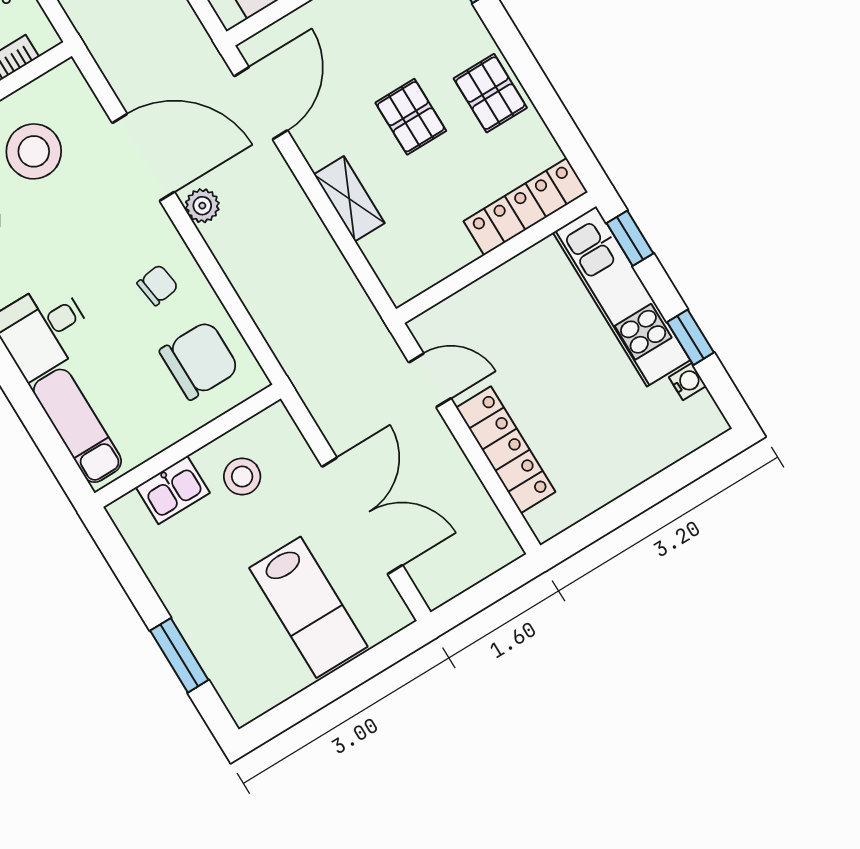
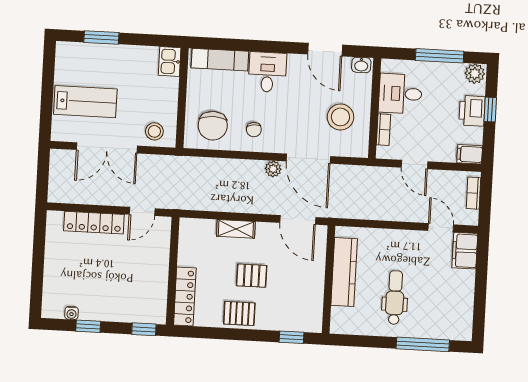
door: (143, 157) -> (308, 159), hinge flipped
kitchen unit: (621, 296) -> (123, 310), removed
stool: (242, 477) -> (154, 131), moved
kitchen sink: (173, 490) -> (170, 61), moved
lab bench: (308, 607) -> (85, 102), turned 180

